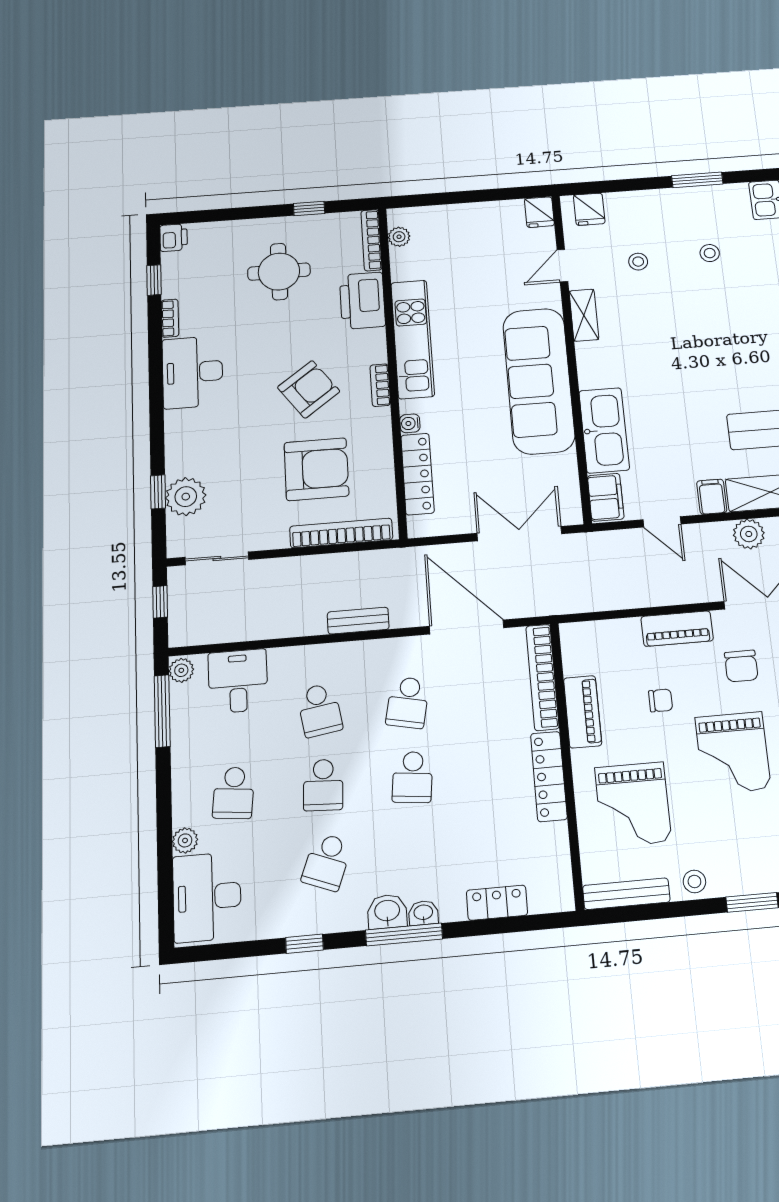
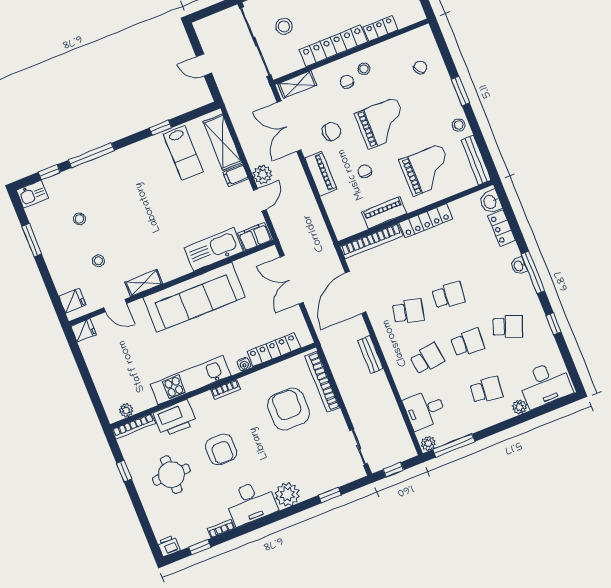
armchair: (309, 389) -> (221, 449), moved, turned -144
plant: (186, 497) -> (287, 494), moved
plant: (749, 534) -> (263, 174), moved
washbasin: (387, 912) -> (490, 202), moved

